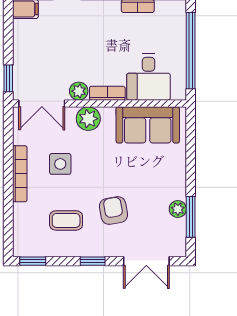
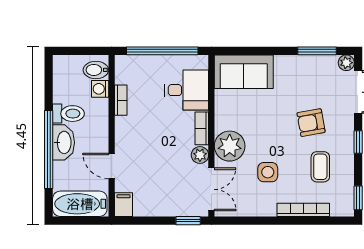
plant: (88, 119) -> (230, 146), width x1.36, depth x1.36
sofa: (148, 125) -> (244, 72), moved, turned 90
bookcase: (20, 174) -> (303, 210), moved
plant: (178, 209) -> (346, 63), moved

